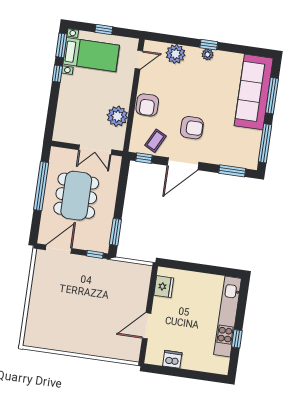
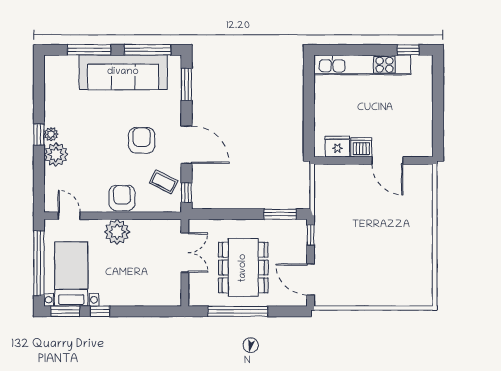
window: (104, 30) -> (39, 263), width x3.17
plant: (175, 54) -> (56, 154), moved
sofa: (254, 92) -> (123, 72), moved
armchair: (147, 105) -> (122, 198), turned -90
plant: (117, 116) -> (117, 232), moved
dining table: (76, 196) -> (243, 268), turned 90
window: (237, 339) -> (408, 50), moved
dishwasher: (172, 359) -> (361, 147), moved, turned 90

